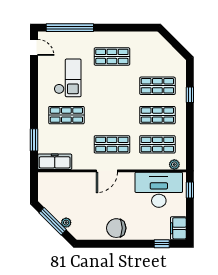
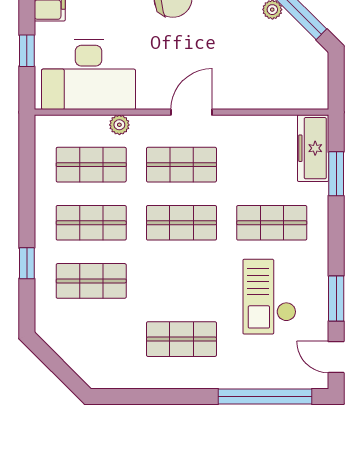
window: (34, 77) -> (336, 299), added
shop shelf: (112, 115) -> (181, 223), added
freezer: (55, 162) -> (313, 148), moved, turned 90
plant: (174, 165) -> (119, 125), moved
window: (190, 190) -> (27, 51), moved

